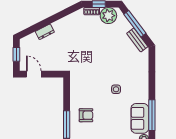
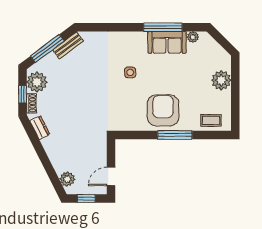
dresser: (45, 32) -> (40, 128), moved
plant: (32, 40) -> (67, 179), added
armchair: (86, 115) -> (163, 110), width x1.88, depth x1.88

